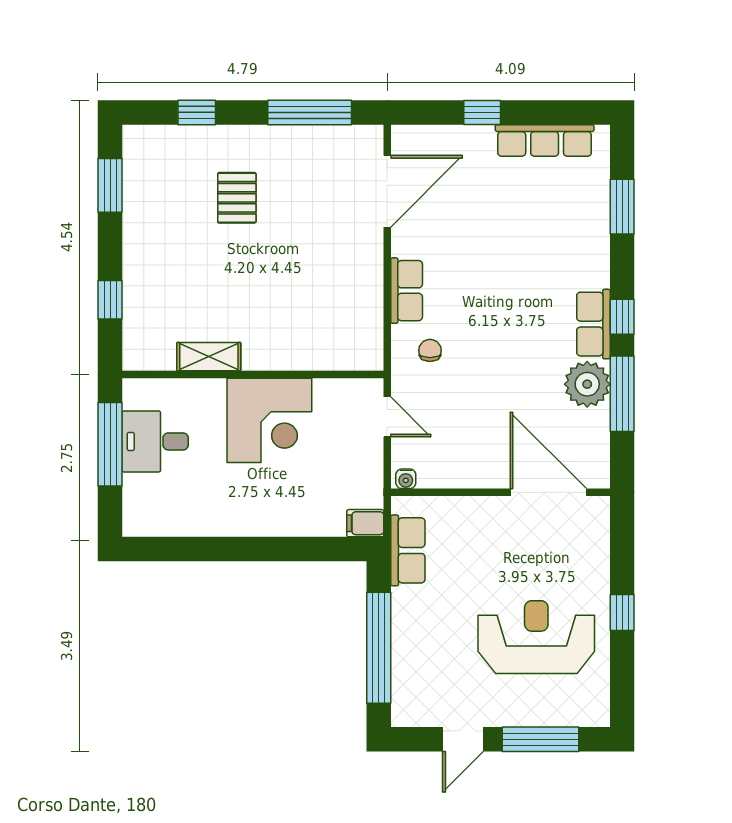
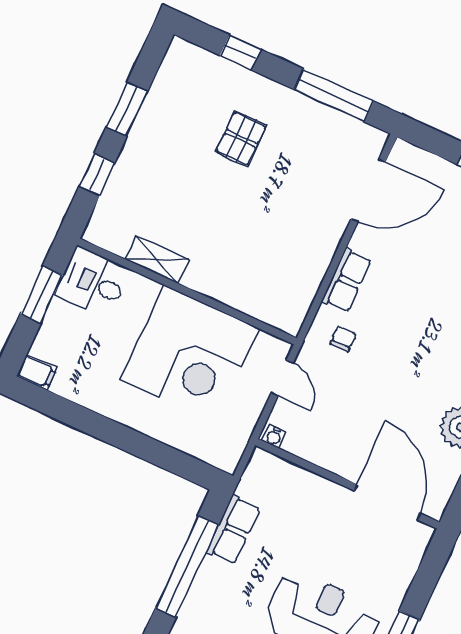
window: (110, 185) -> (127, 109), moved
corner desk: (269, 420) -> (190, 354), width x1.36, depth x1.36
desk: (155, 441) -> (93, 283), moved
window: (110, 444) -> (42, 295), width x0.69
filing cabinet: (365, 523) -> (37, 372), moved, turned 180
row of seats: (408, 550) -> (233, 530), moved

